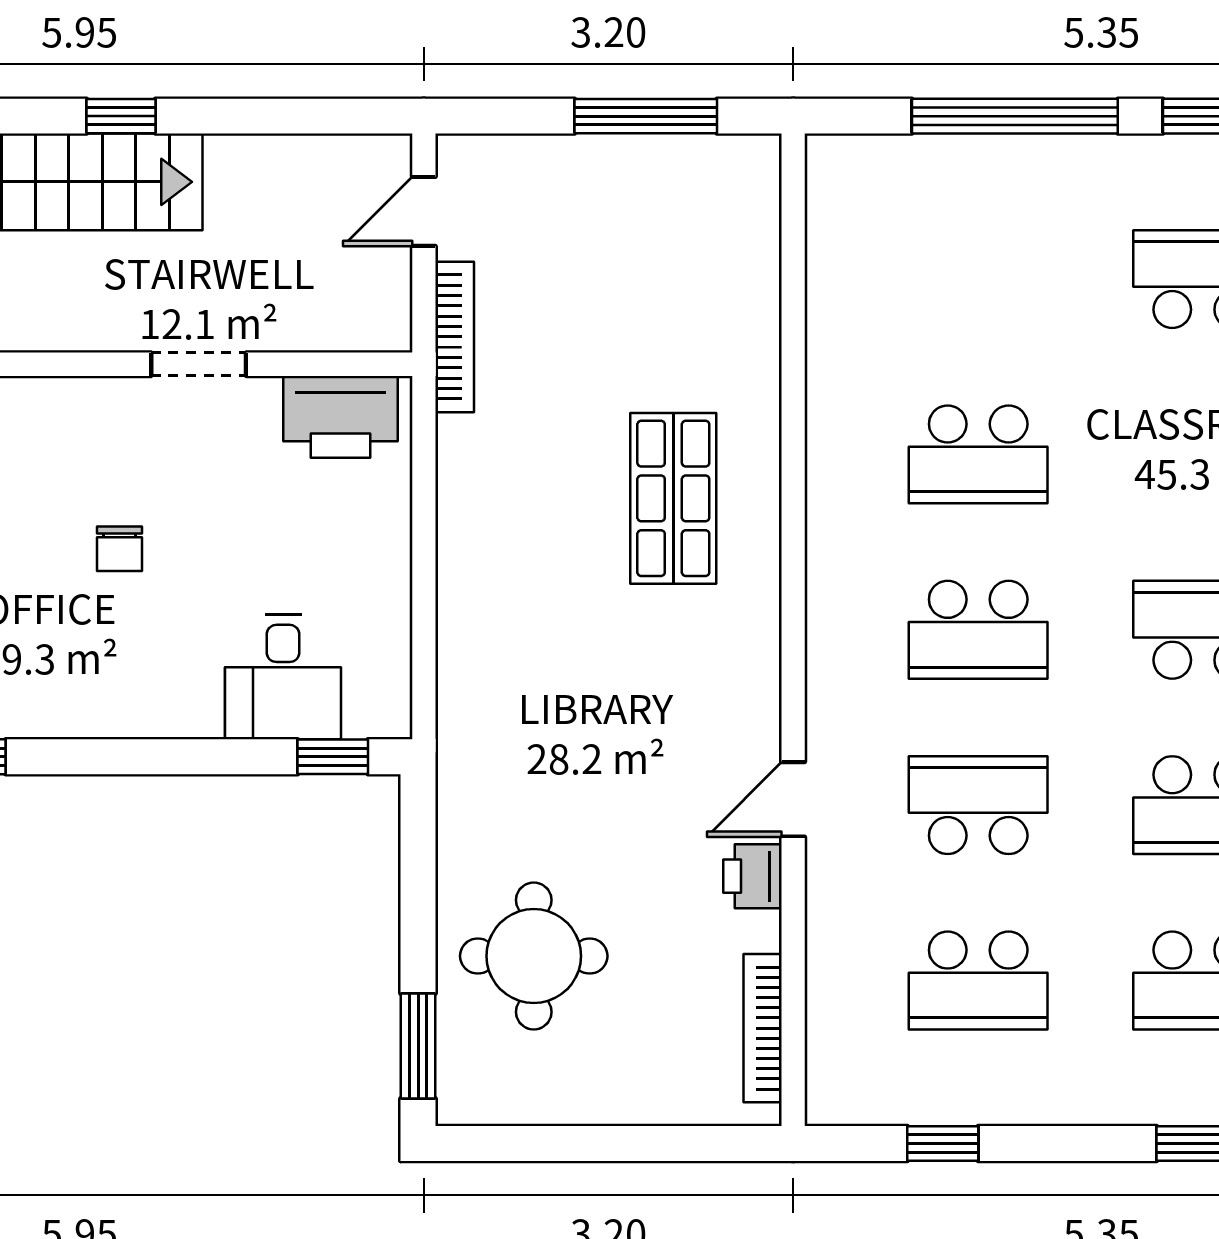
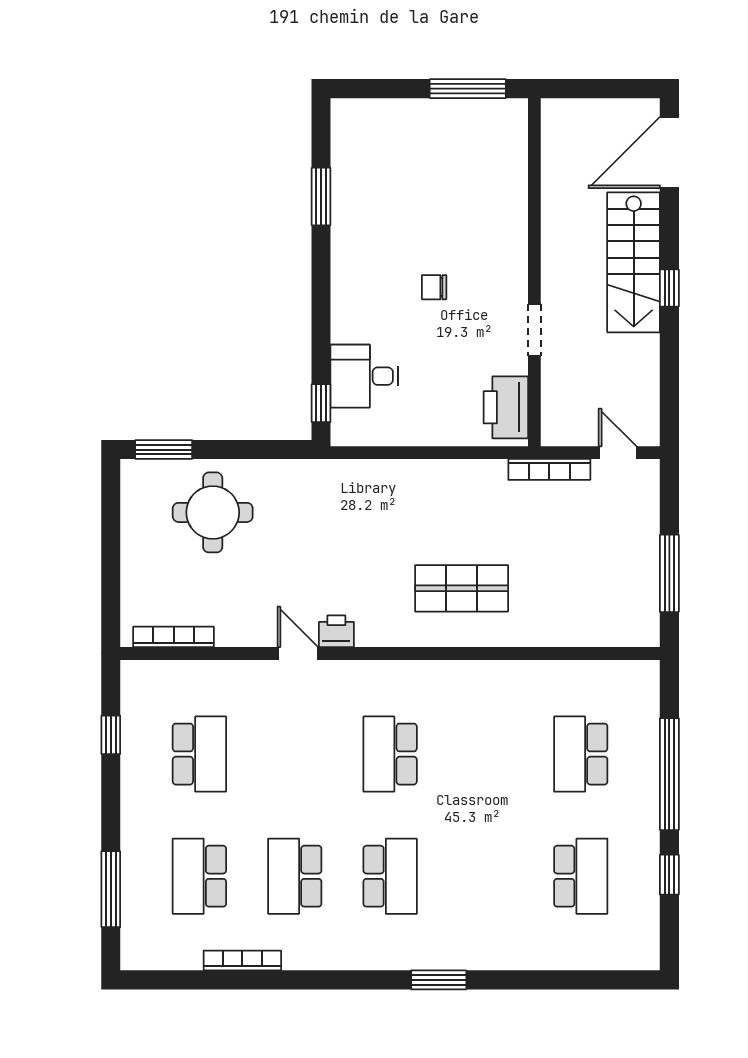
school desk: (978, 454) -> (581, 754), moved
school desk: (978, 805) -> (295, 754), removed
printer: (752, 876) -> (336, 631), moved
school desk: (978, 980) -> (199, 754), turned 180

